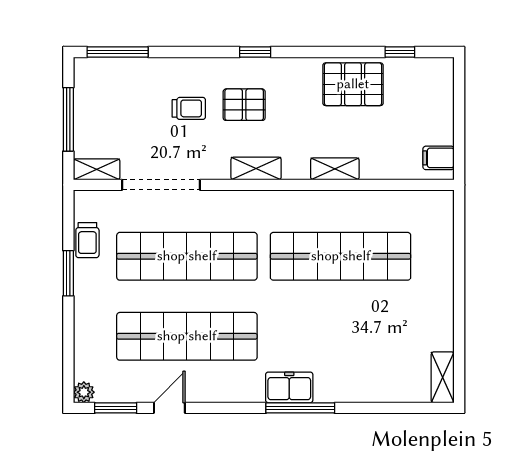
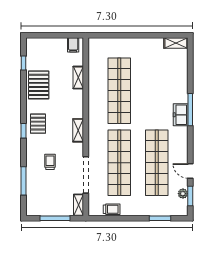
window: (118, 52) -> (24, 181), moved
pallet: (244, 105) -> (38, 124), moved
shelving: (335, 169) -> (78, 78), moved
window: (68, 273) -> (160, 218), moved
plant: (84, 392) -> (183, 194), moved

